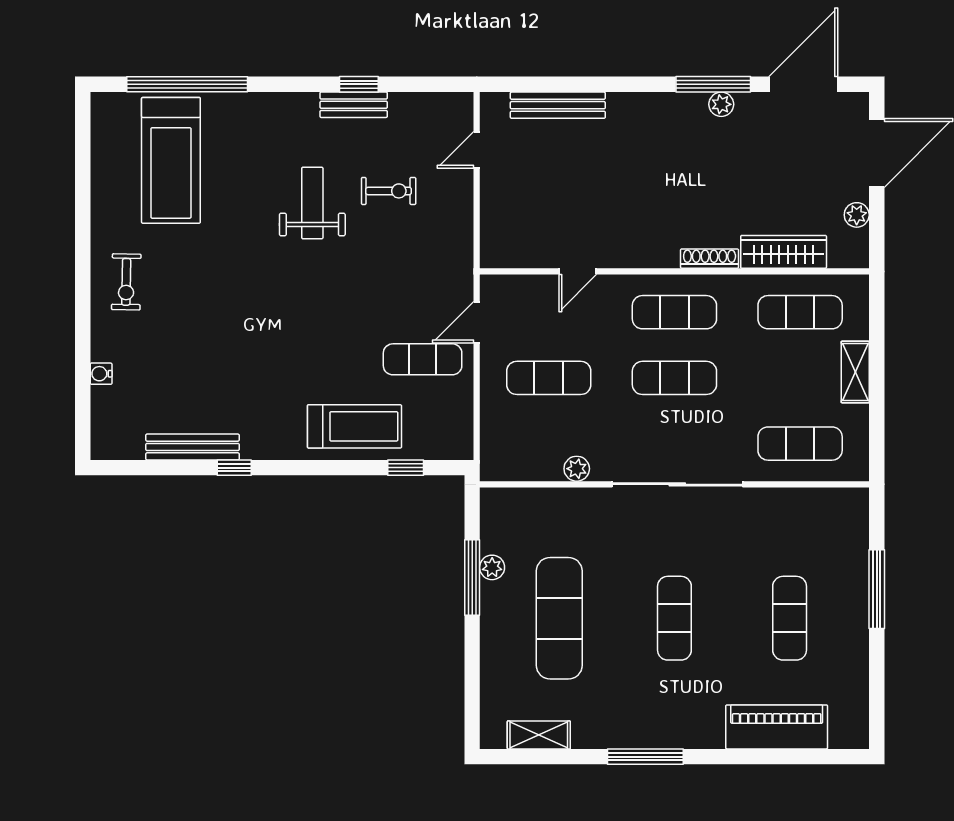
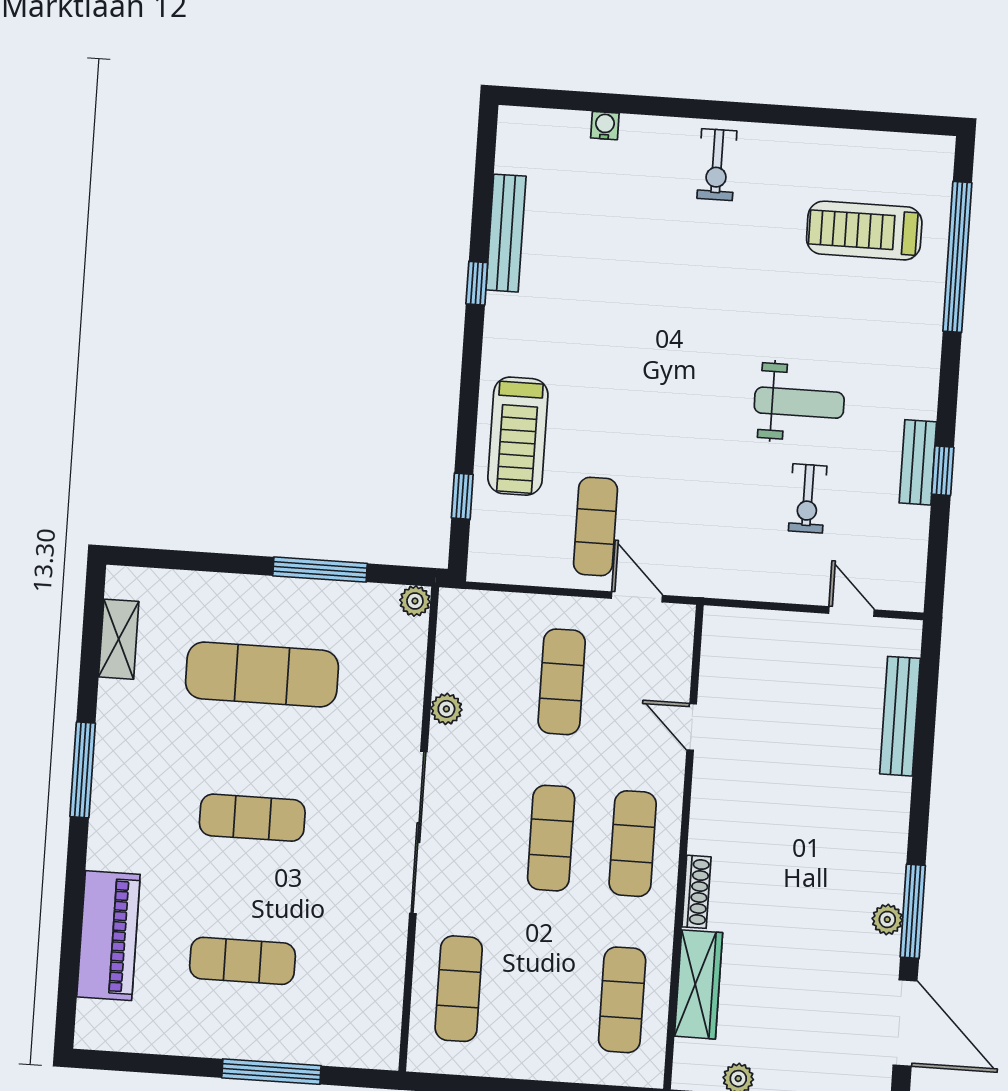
treadmill: (171, 160) -> (864, 231), width x0.73, depth x0.73
exercise bike: (126, 282) -> (717, 165), turned -91
shelving: (855, 372) -> (543, 1063), removed
plant: (492, 567) -> (415, 601), moved

